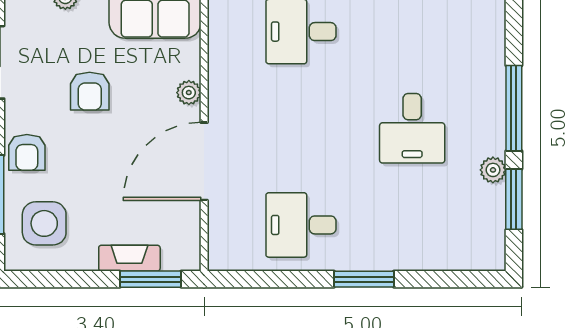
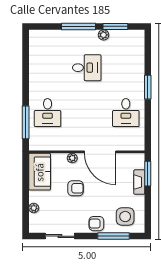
armchair: (90, 91) -> (75, 188), moved
armchair: (27, 152) -> (96, 224), turned 180

